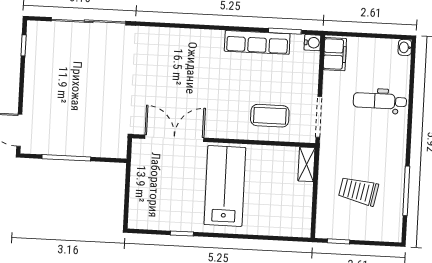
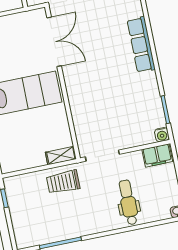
row of seats: (257, 42) -> (141, 45), moved
coffee table: (270, 116) -> (93, 115), removed
trolley: (358, 191) -> (63, 182), moved, turned -101

